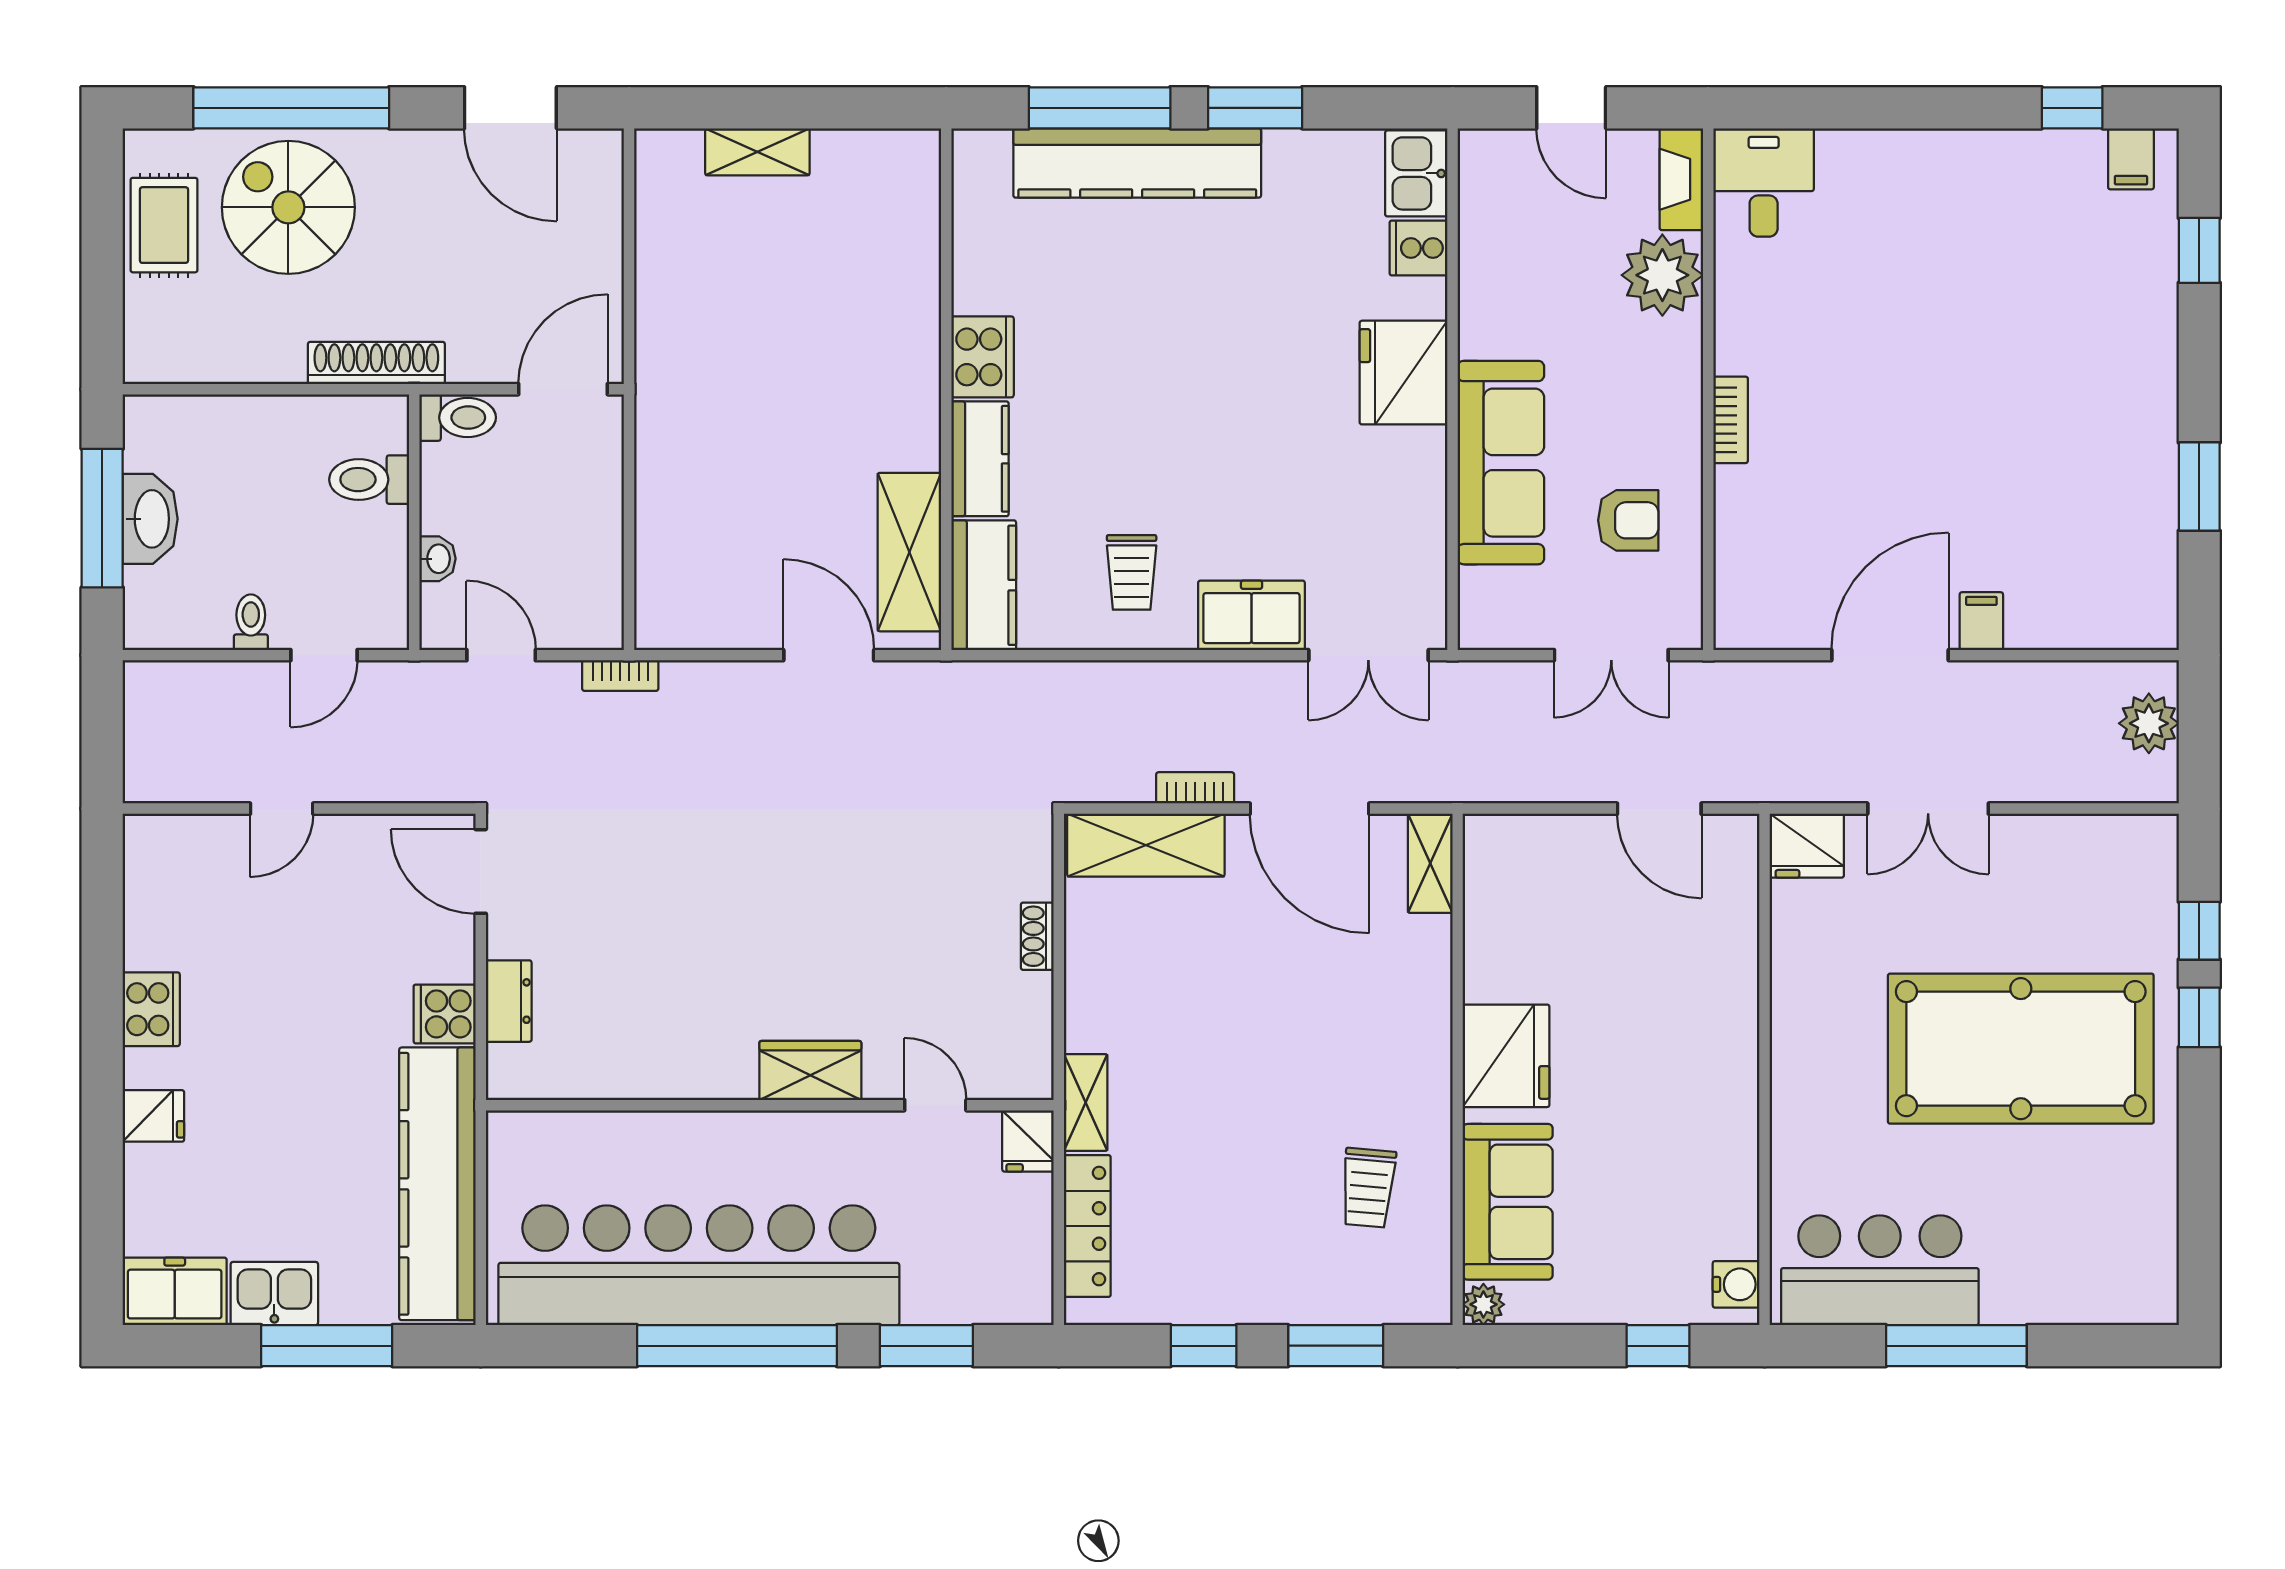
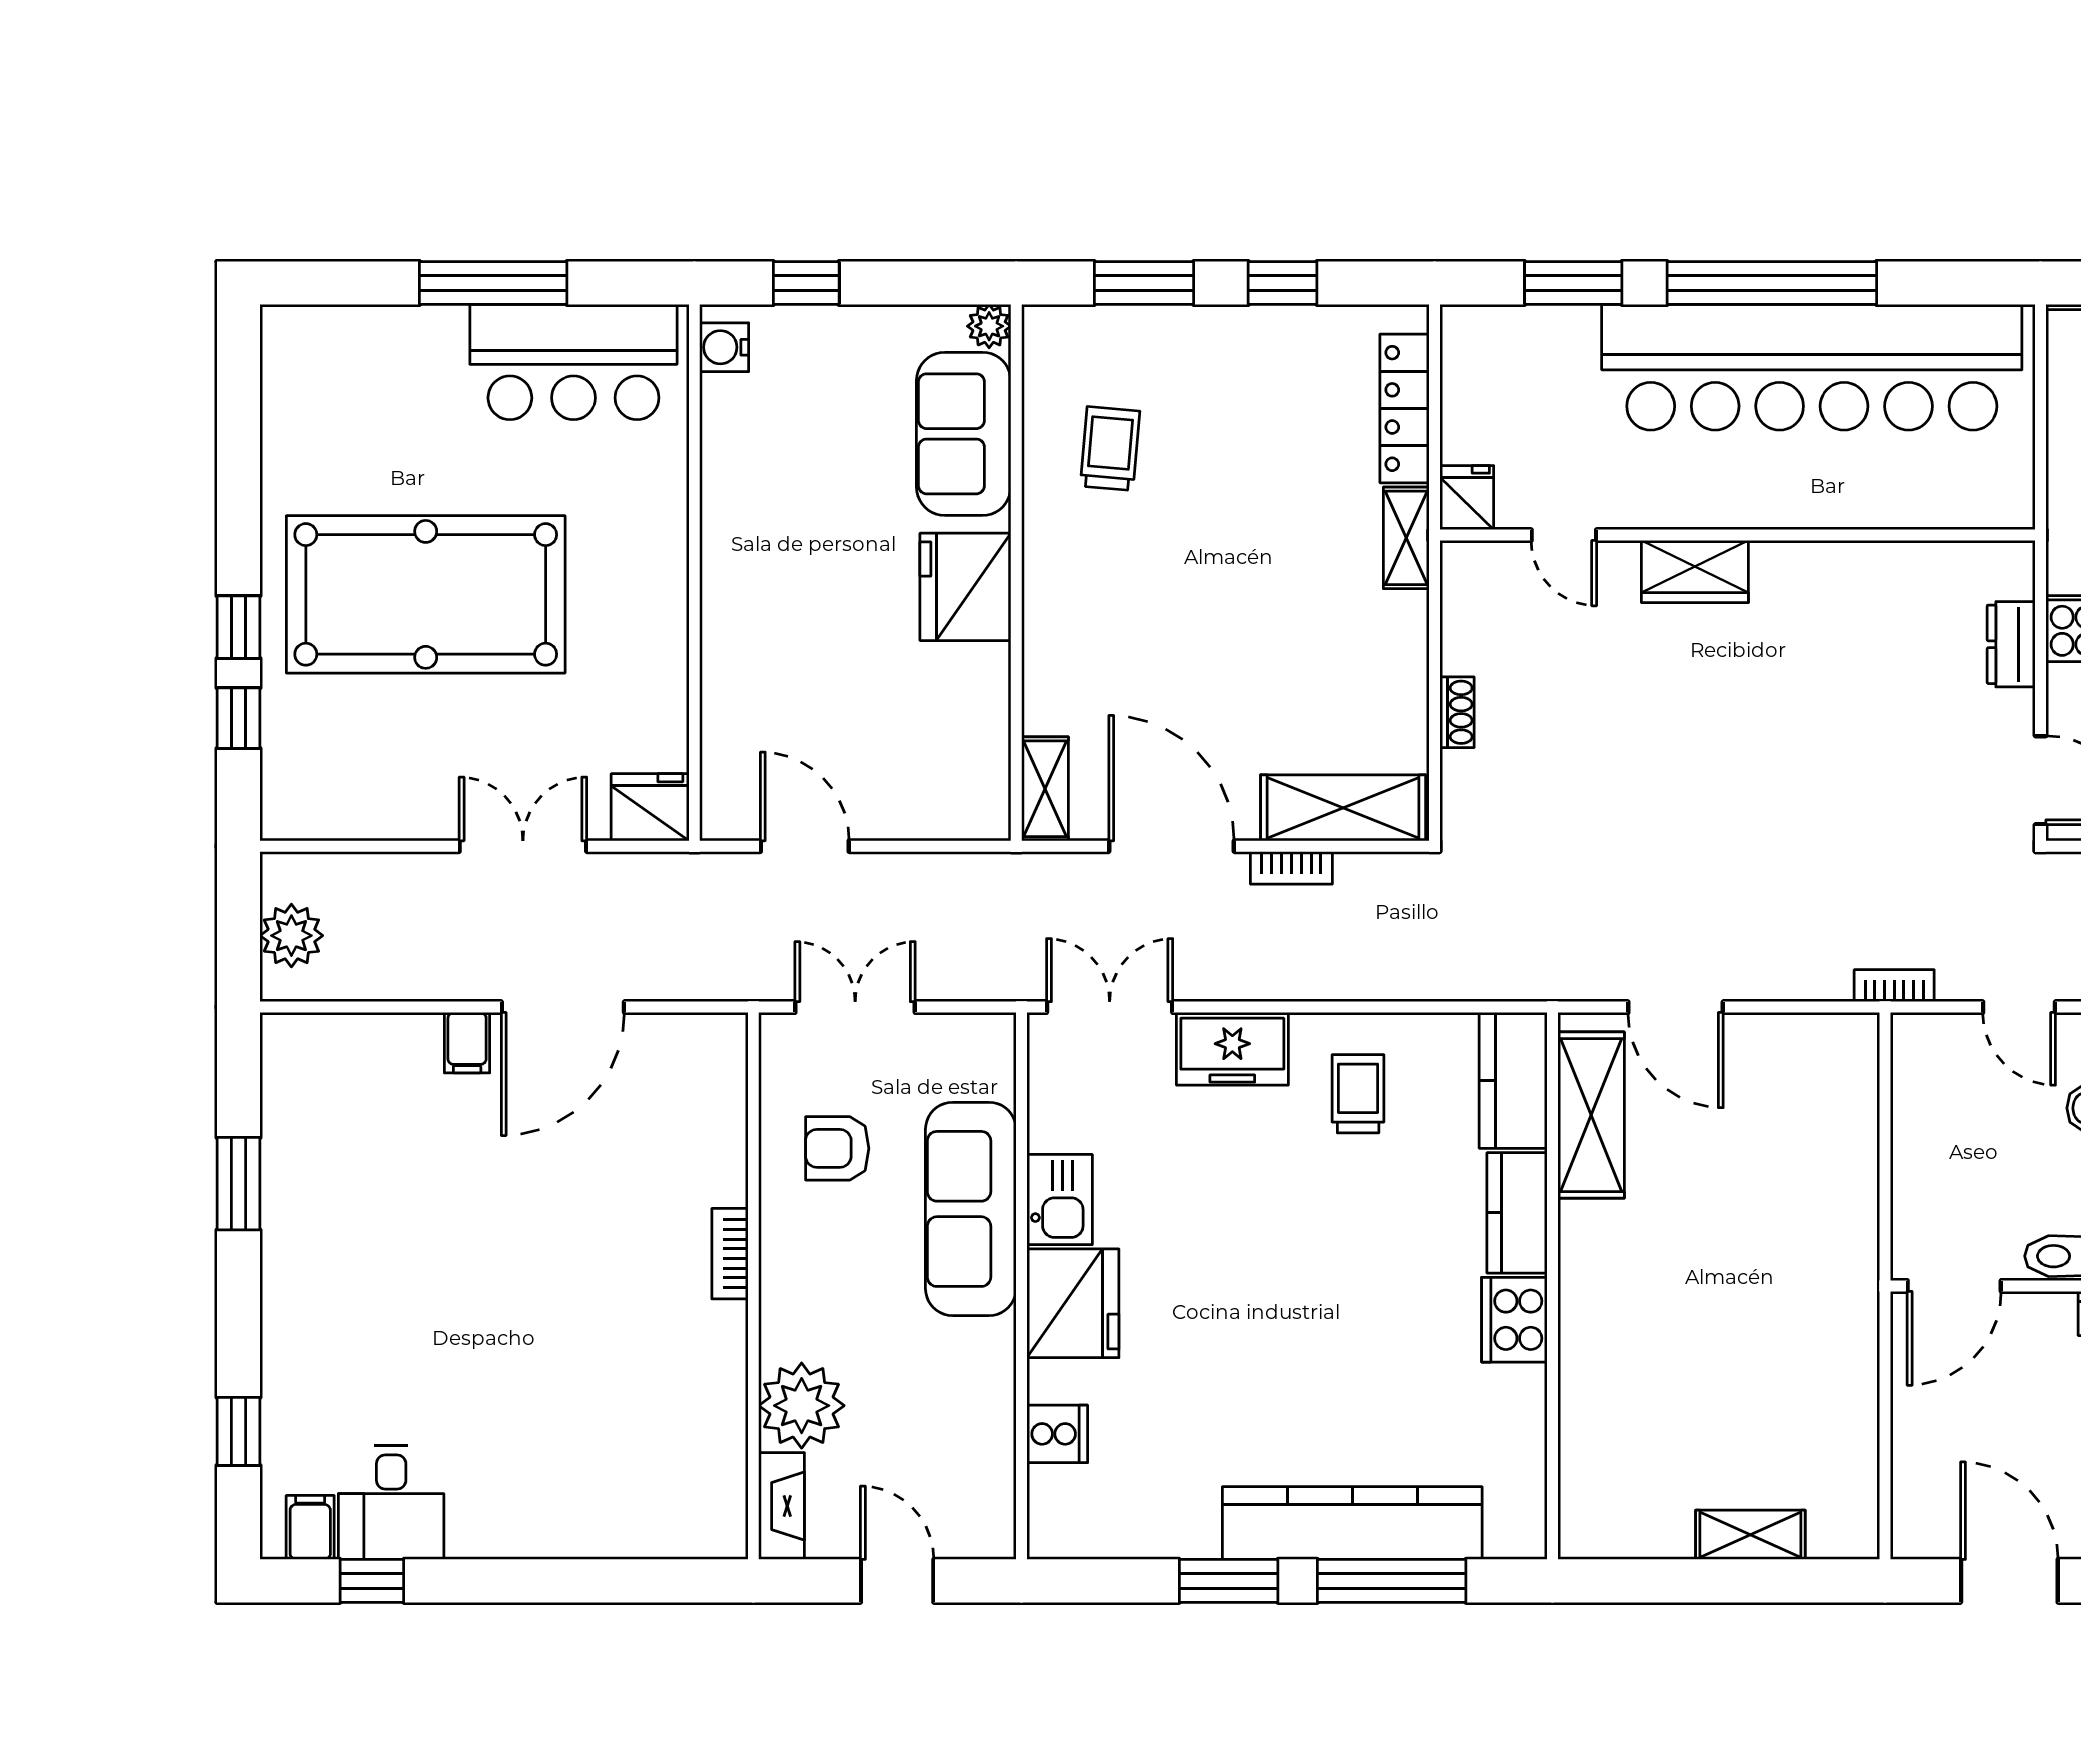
kitchen sink: (1416, 173) -> (1060, 1200), moved
desk: (1764, 182) -> (391, 1503), moved

